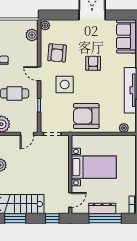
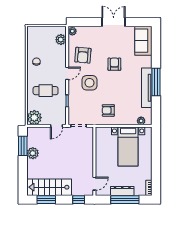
door: (39, 74) -> (67, 73), swing flipped
armchair: (86, 116) -> (108, 110), width x0.53, depth x0.53
bed with nightstands: (94, 167) -> (128, 146), moved, turned 90

